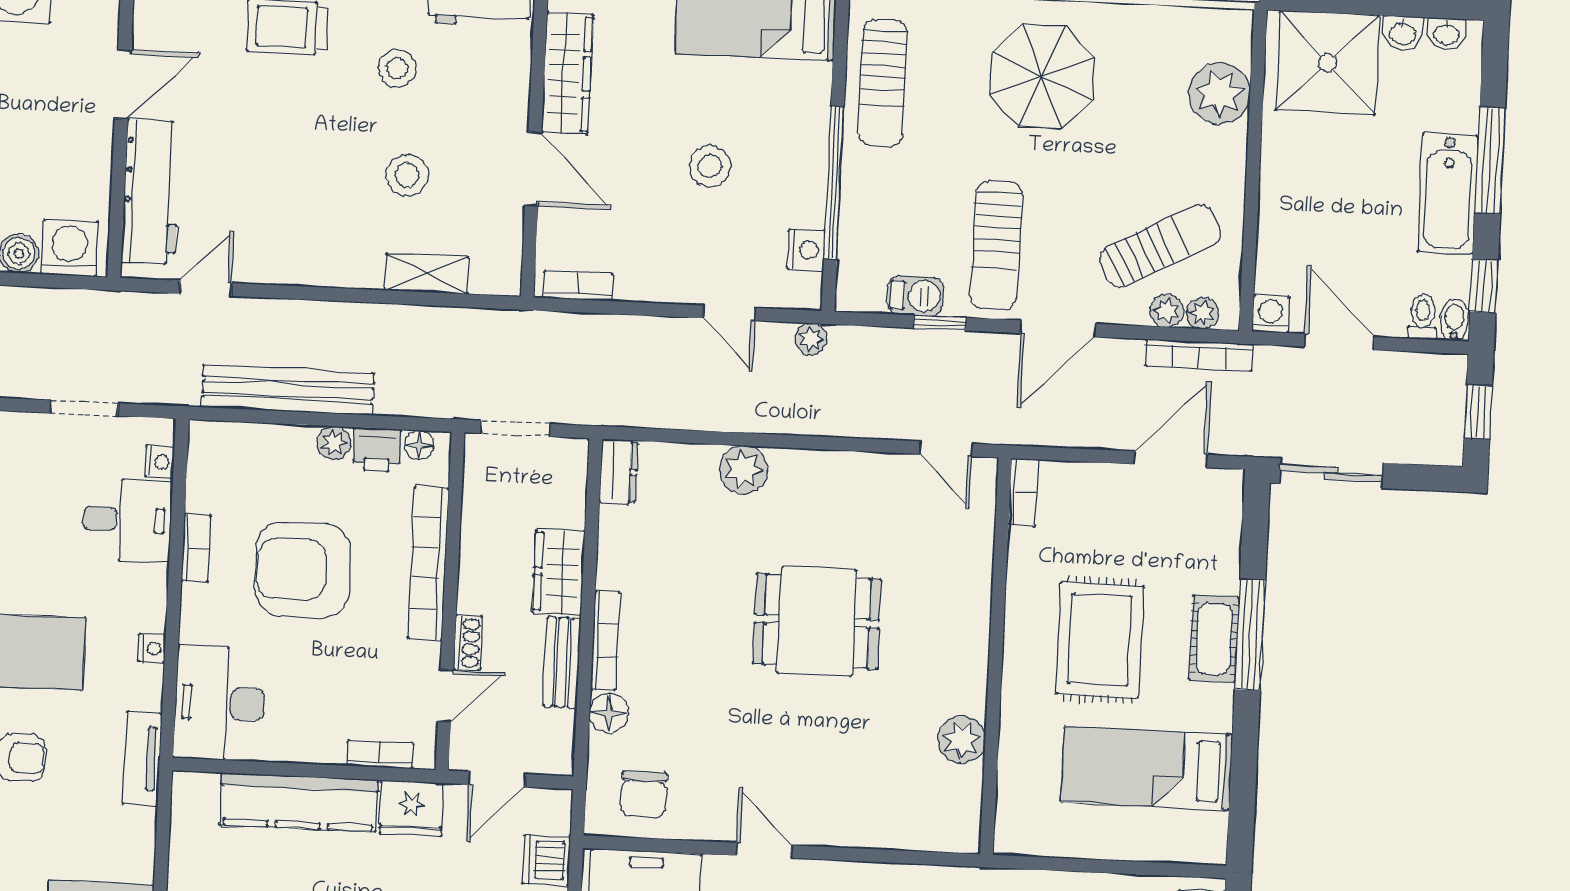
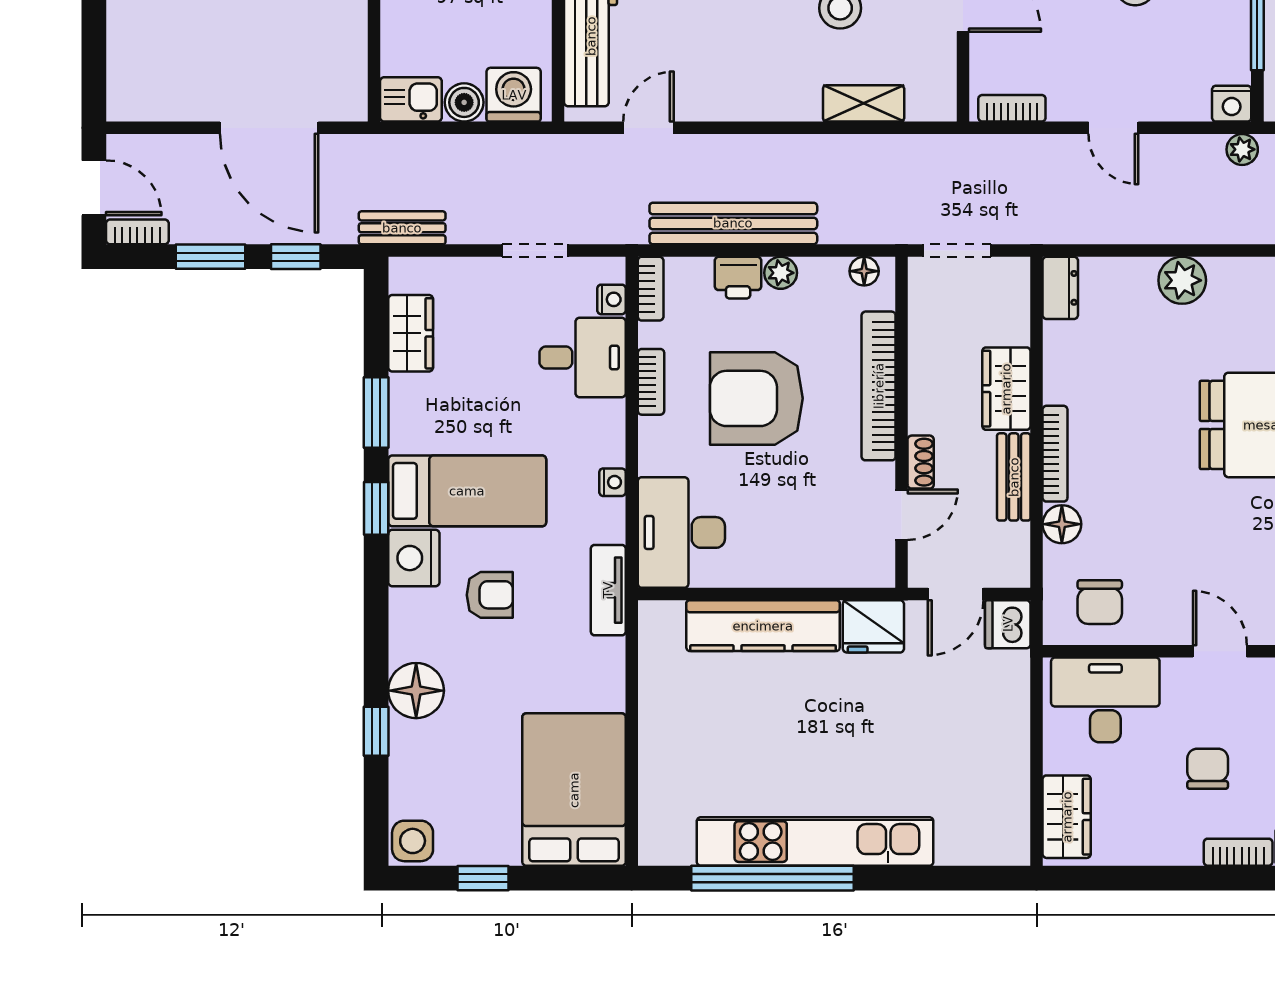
nightstand: (806, 250) -> (1232, 104), moved, turned 90
door: (729, 313) -> (1113, 128), moved
printer: (377, 450) -> (738, 278), moved
bookcase: (380, 754) -> (651, 289), moved, turned 90
dishwasher: (547, 860) -> (1008, 624), moved

